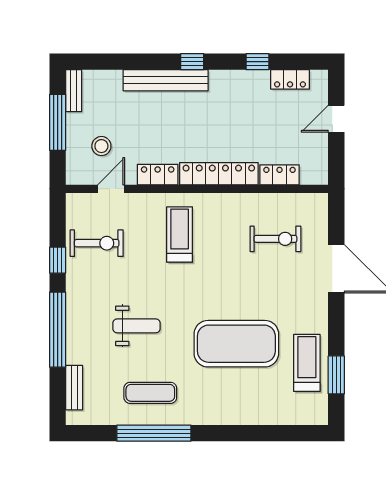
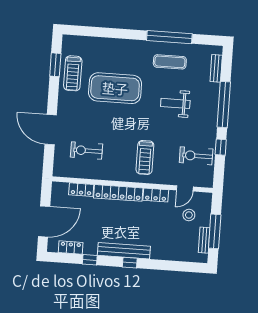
bench: (166, 80) -> (124, 251), moved
bench: (74, 91) -> (204, 240), moved
door: (336, 119) -> (44, 221), width x1.88

